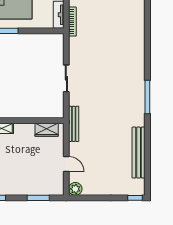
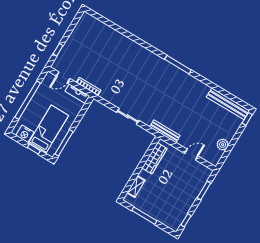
wardrobe: (47, 130) -> (154, 158), width x1.50
bench: (139, 153) -> (228, 104), moved
plant: (75, 189) -> (223, 145), moved

